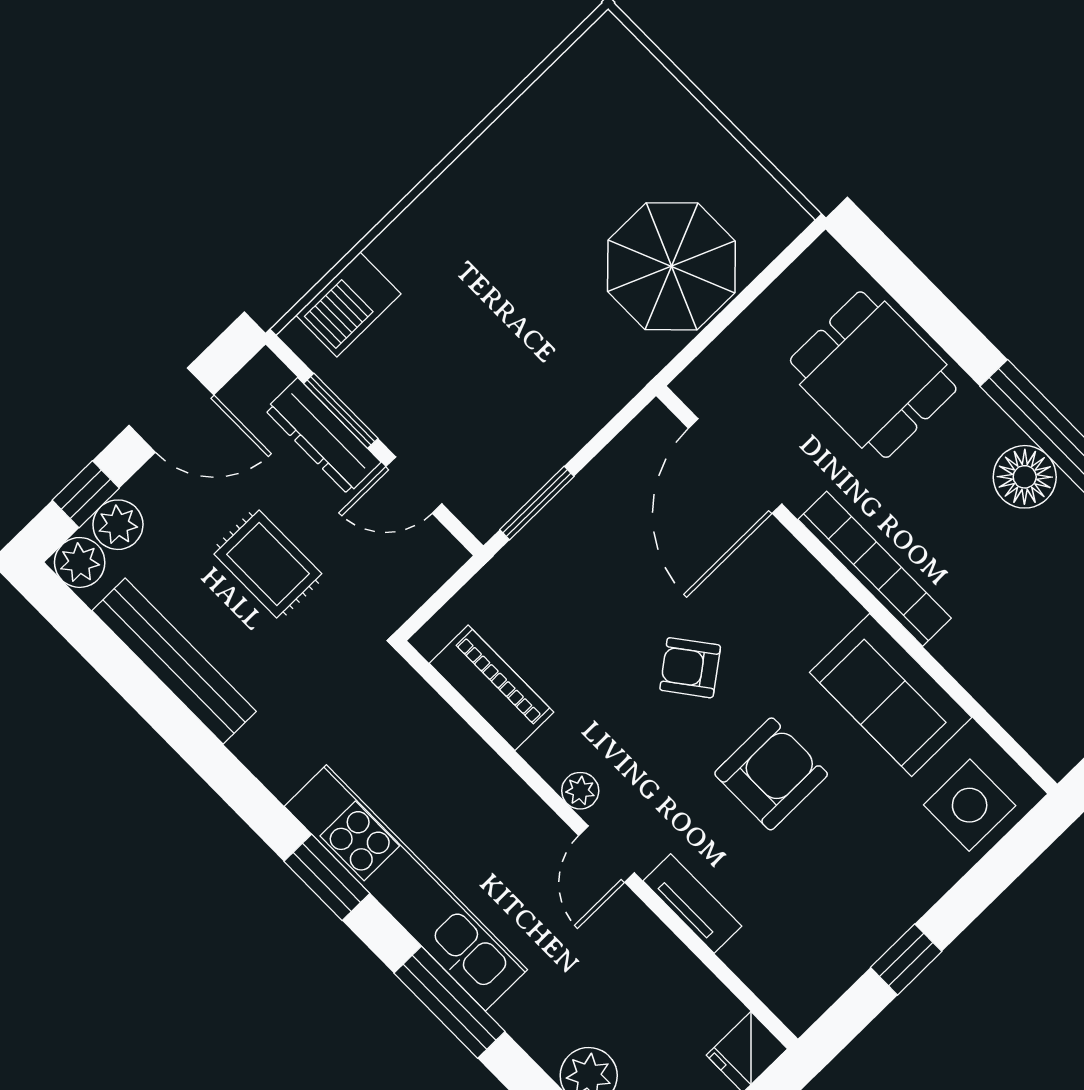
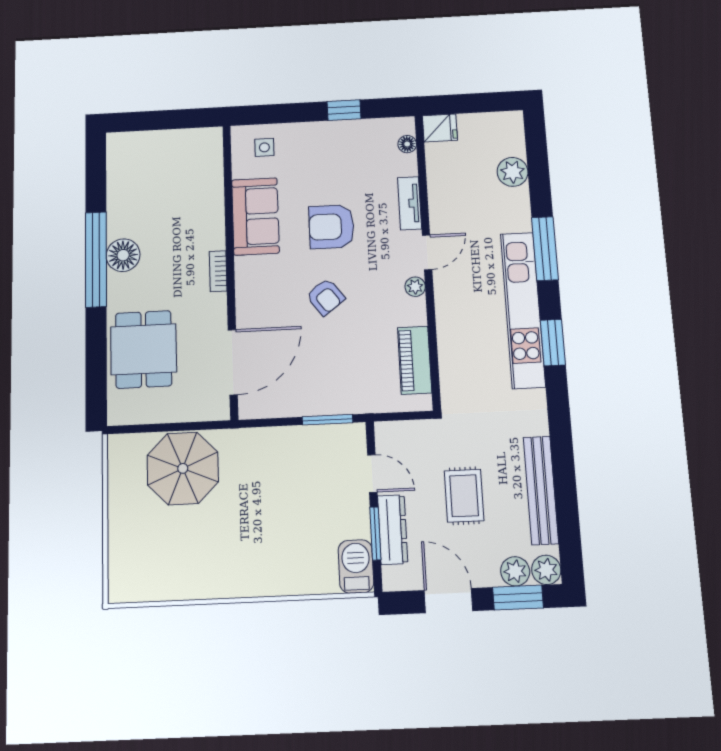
barbecue: (348, 305) -> (356, 566), moved, turned -90
window: (86, 494) -> (518, 598), width x1.50
bookcase: (875, 569) -> (218, 271), width x0.43, depth x0.76
side table: (970, 805) -> (264, 147), width x0.54, depth x0.54
floor lamp: (772, 987) -> (407, 144), added

